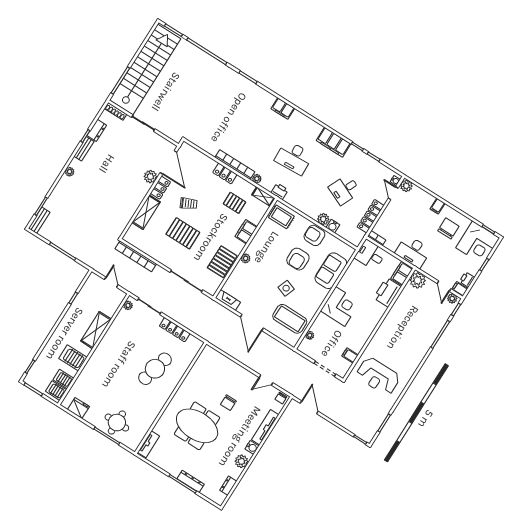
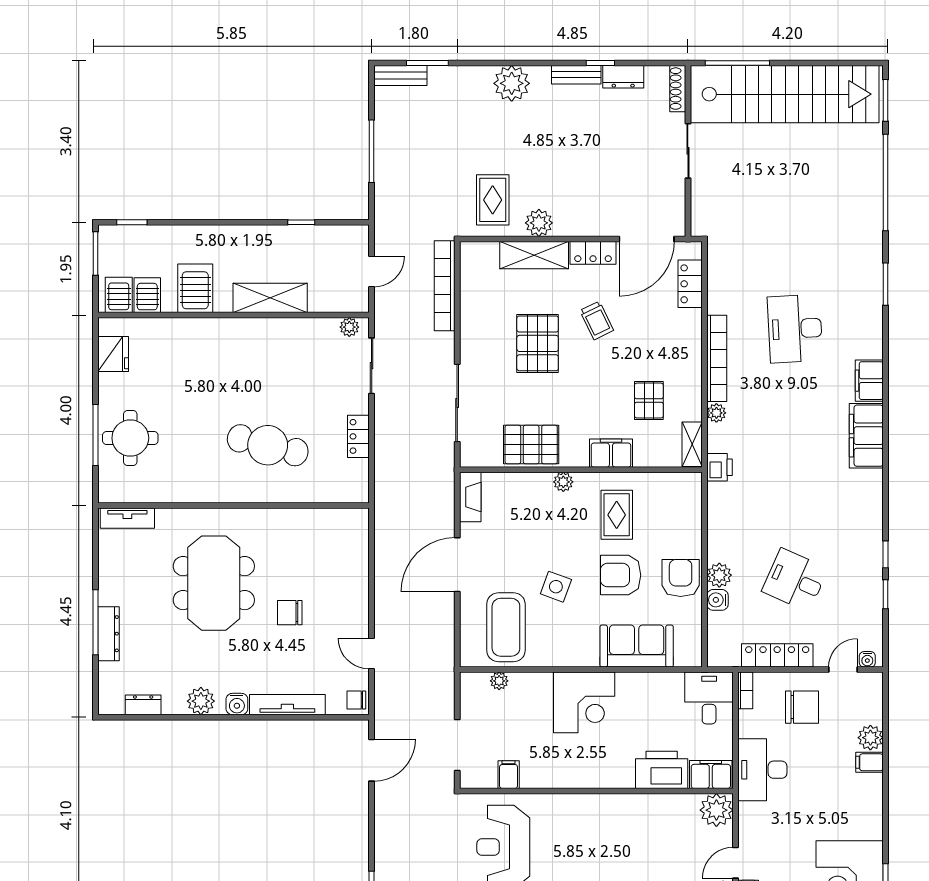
filing cabinet: (333, 142) -> (866, 436), moved
desk: (294, 157) -> (795, 329), moved
plant: (70, 172) -> (512, 83), width x1.88, depth x1.88
locker: (225, 173) -> (690, 284), moved
plant: (150, 177) -> (539, 223), moved
plant: (406, 186) -> (870, 738), moved
rug: (113, 215) -> (493, 200), added
rug: (281, 217) -> (617, 515), moved
chair: (448, 228) -> (802, 707), moved
locker: (175, 330) -> (358, 436), width x0.66

